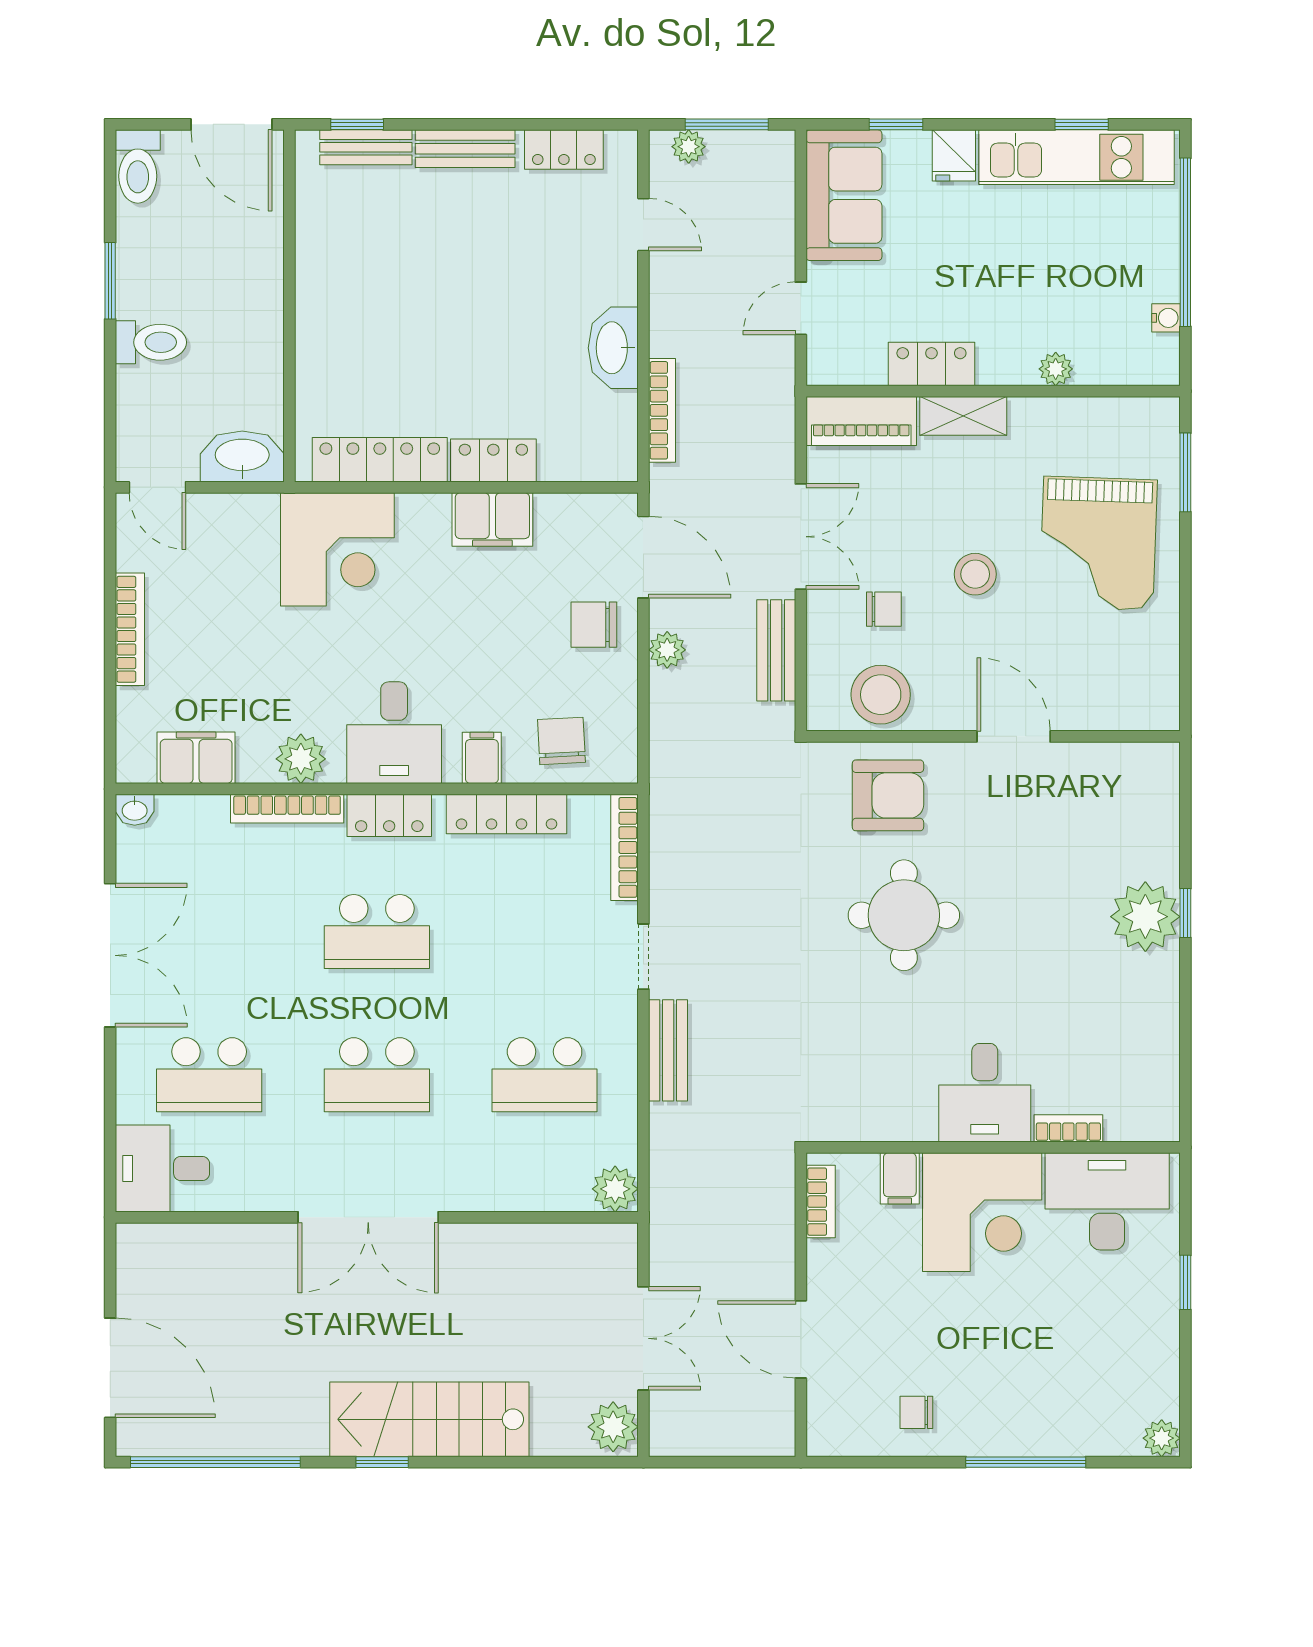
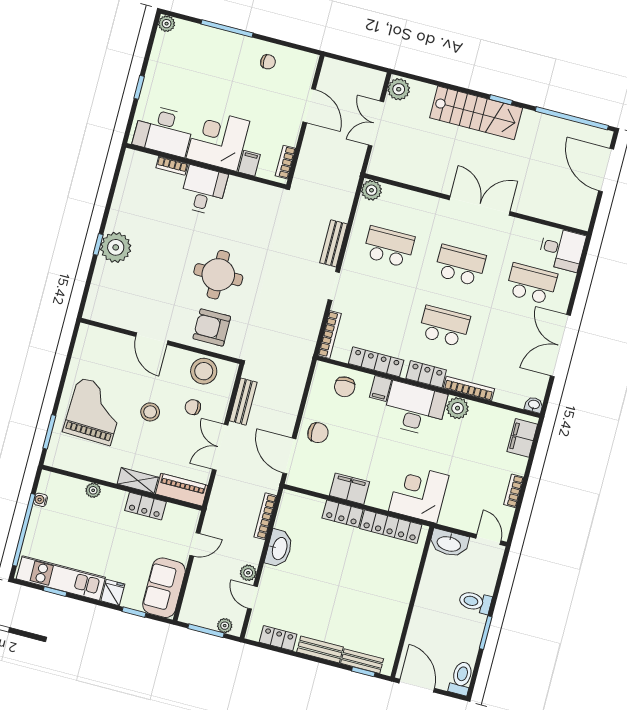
bookcase: (130, 629) -> (514, 491), width x0.64
plant: (667, 650) -> (248, 573), moved
desk: (394, 733) -> (415, 409), width x1.37
filing cabinet: (196, 758) -> (522, 438), moved, turned 90

